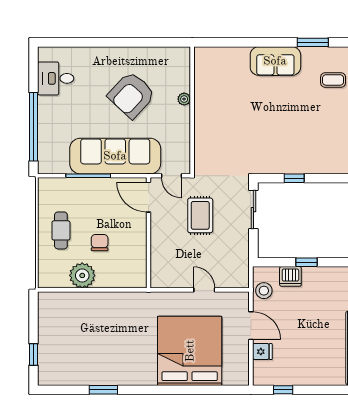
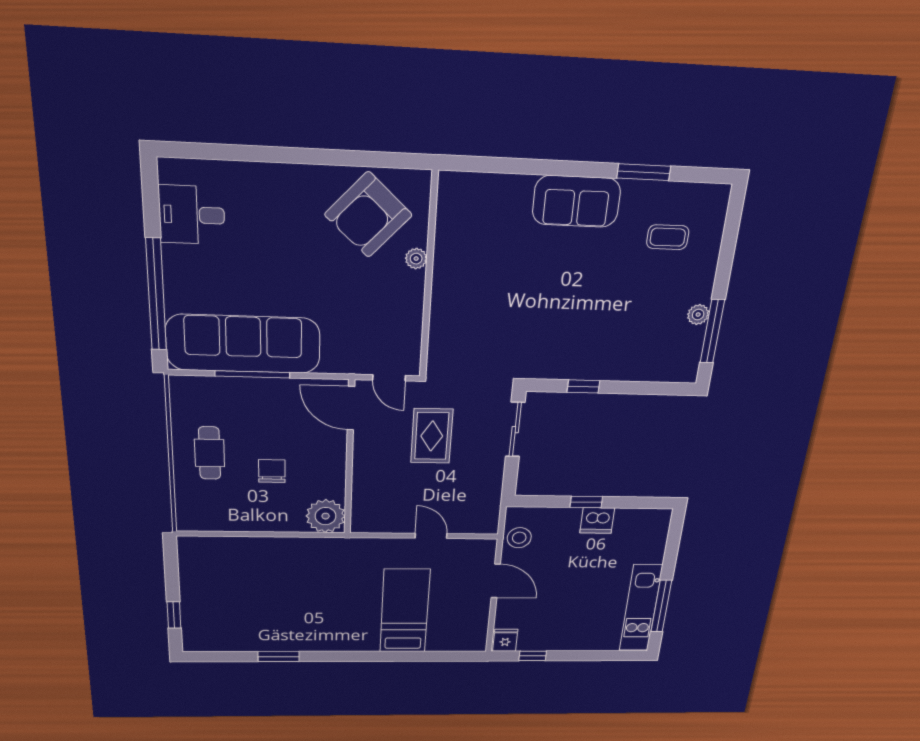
armchair: (131, 95) -> (368, 215), moved
sofa: (115, 156) -> (243, 344), moved
plant: (82, 275) -> (326, 516), moved
dishwasher: (290, 276) -> (597, 520), moved
bed: (190, 351) -> (405, 611), width x0.49
fridge: (262, 352) -> (505, 640), moved, turned -90

